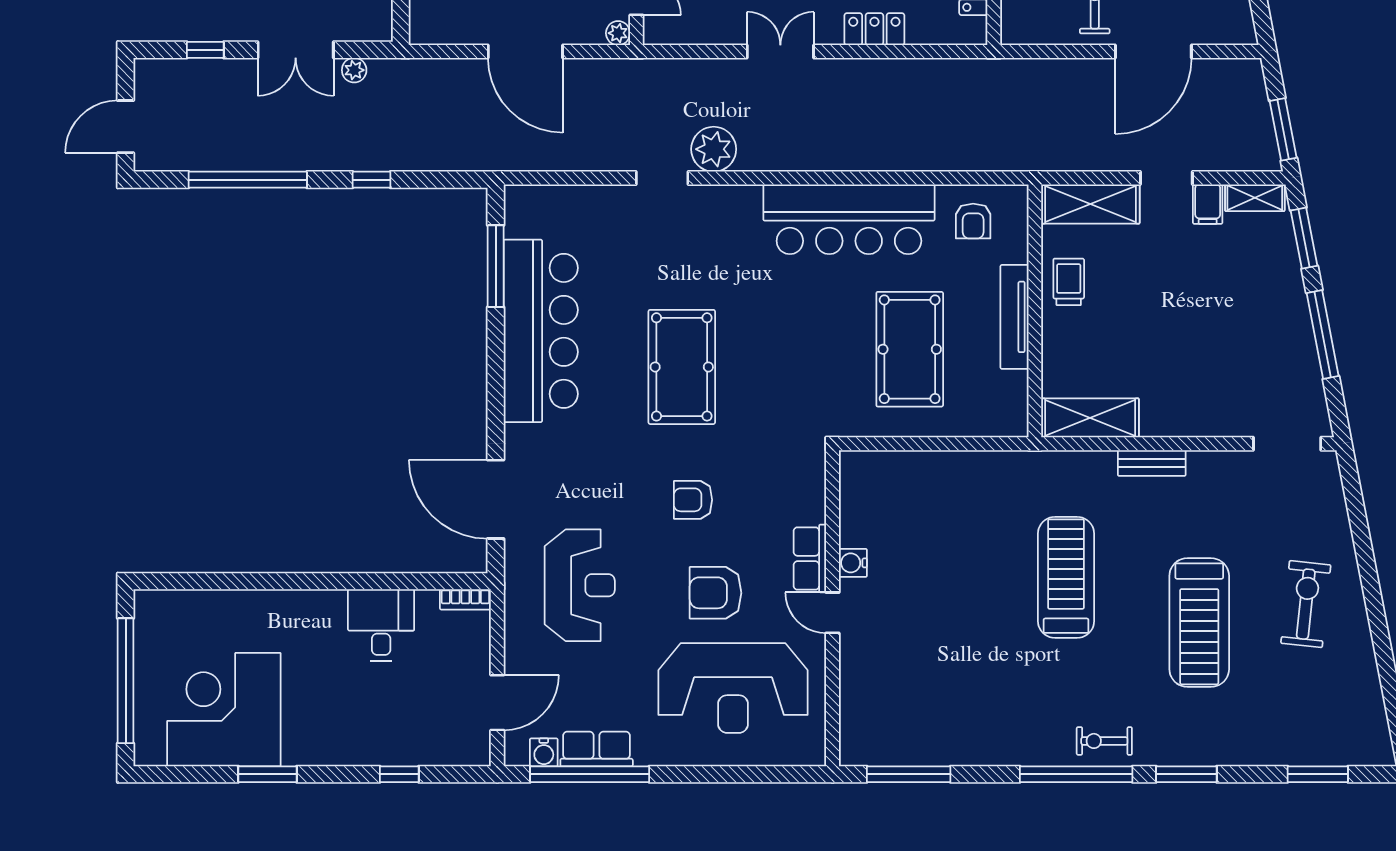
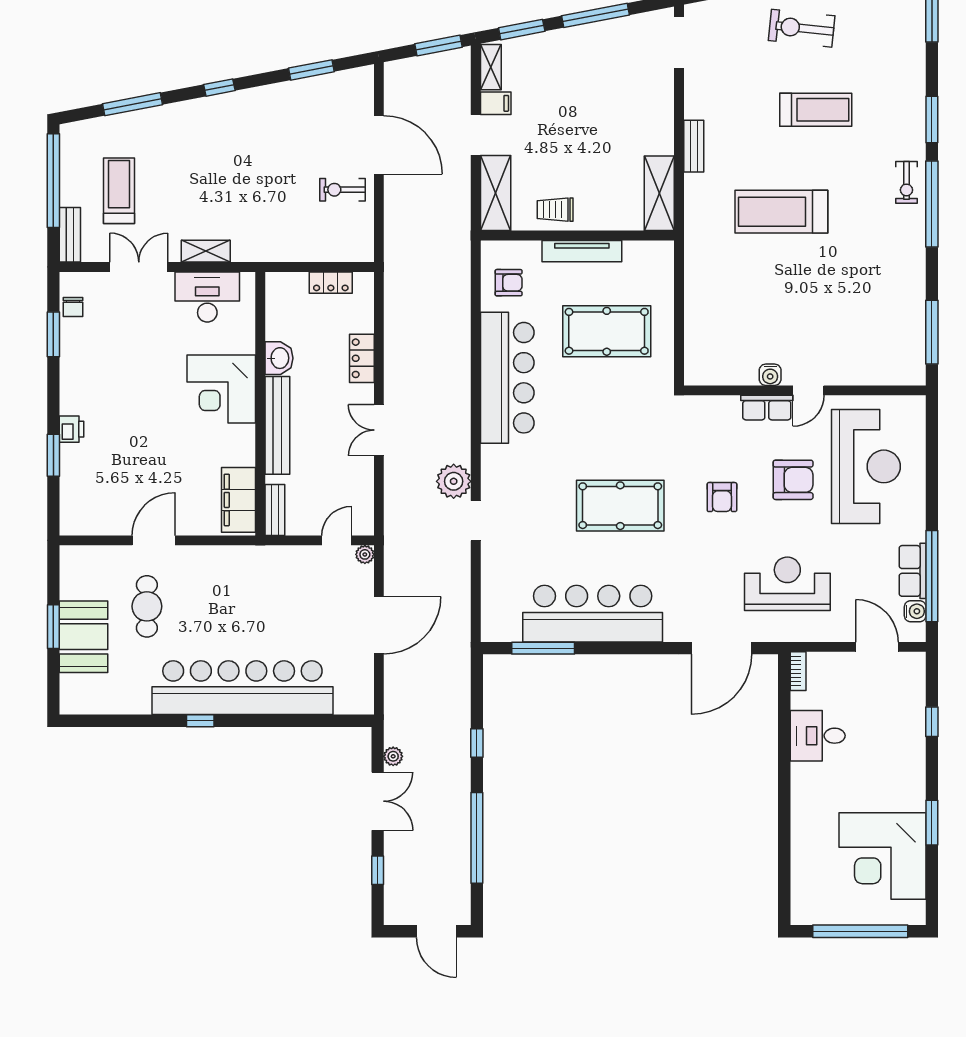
armchair: (716, 593) -> (793, 480), turned -90
treadmill: (1199, 622) -> (816, 110), width x0.73, depth x0.73

